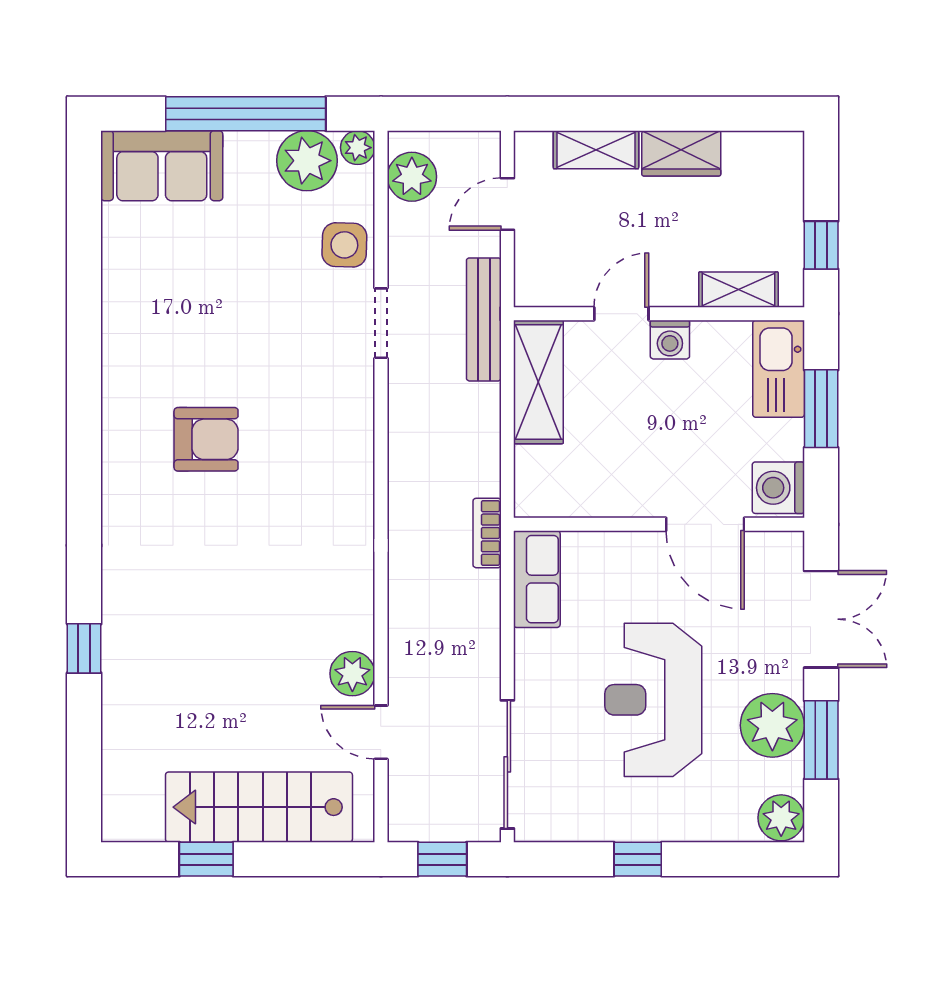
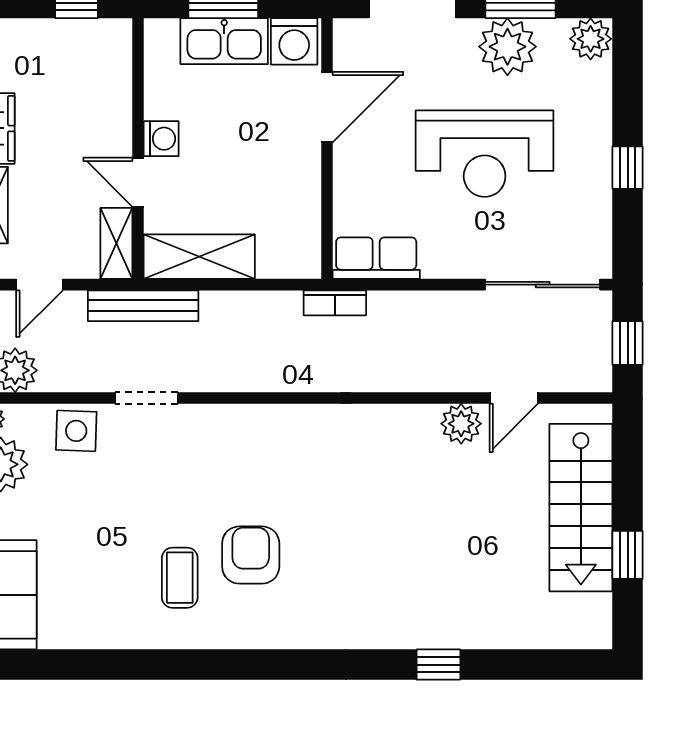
door: (507, 204) -> (40, 285), hinge flipped
shelving: (738, 290) -> (116, 243), moved
coffee table: (181, 360) -> (180, 578), added
kitchen sink: (779, 369) -> (224, 41), moved

